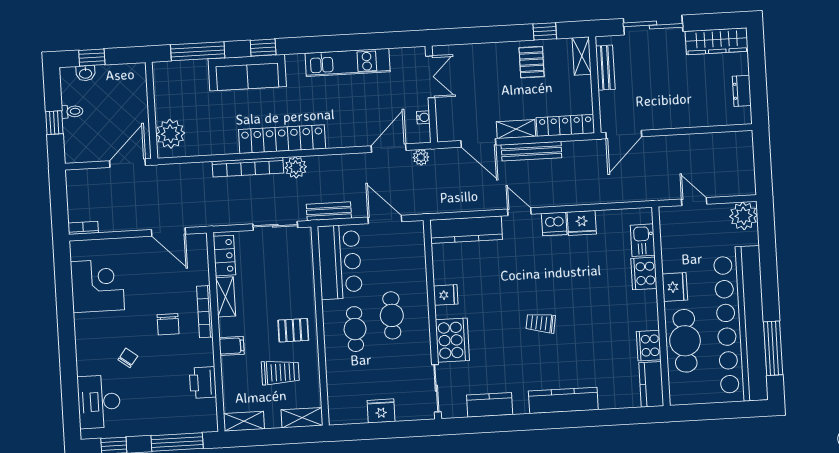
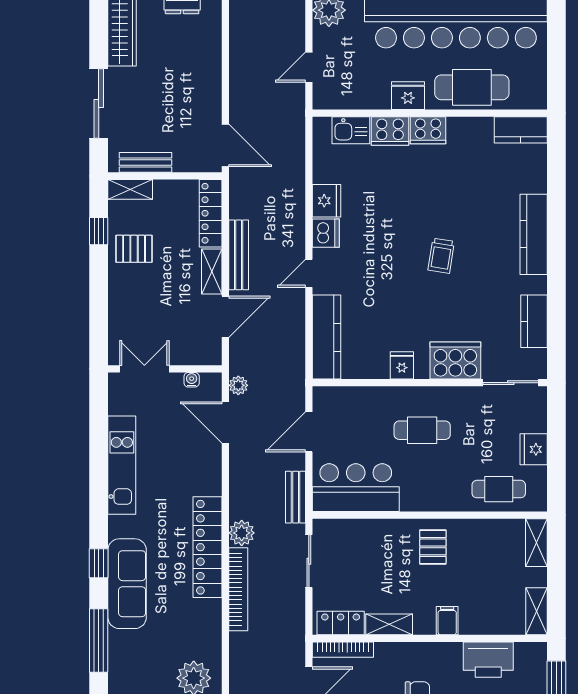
bookcase: (205, 312) -> (343, 650), moved
cafe table: (355, 329) -> (499, 489), moved
cooker: (649, 346) -> (428, 130), moved
trolley: (280, 372) -> (482, 565), removed
printer: (203, 382) -> (488, 660), width x1.37, depth x1.19

